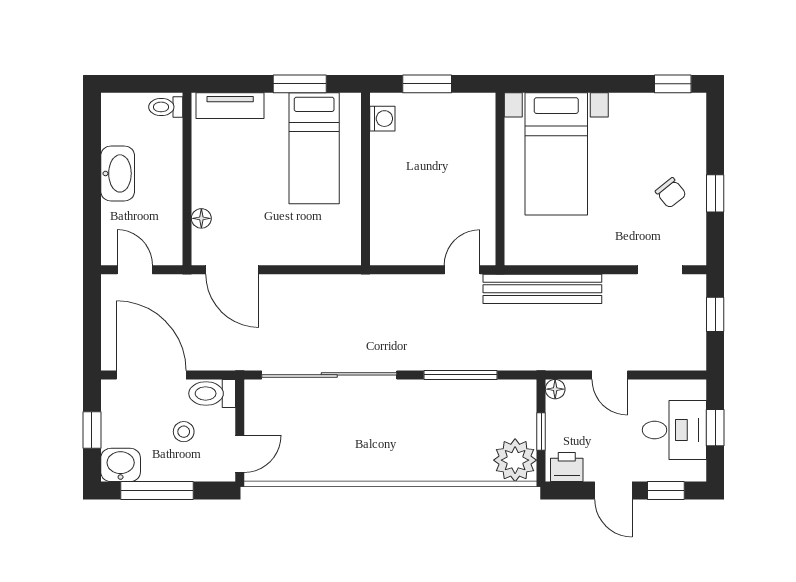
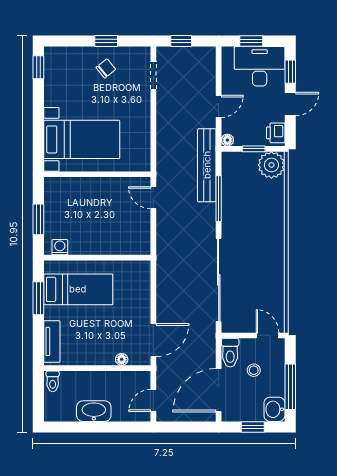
bench: (542, 289) -> (207, 165), moved
desk: (674, 430) -> (260, 66), width x1.37

